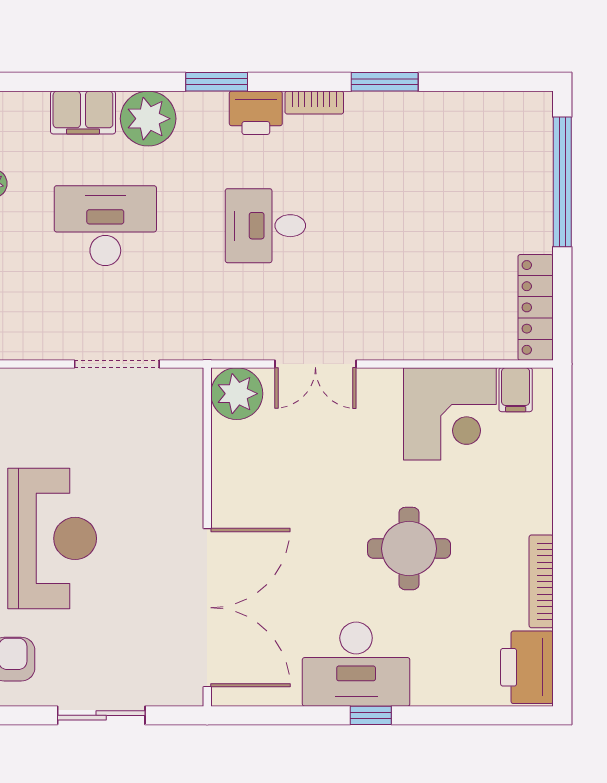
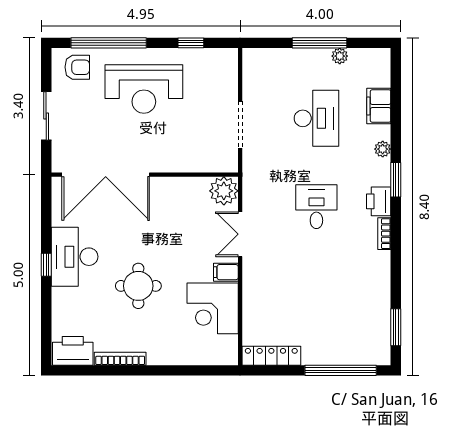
window: (385, 82) -> (396, 327), moved
plant: (148, 119) -> (383, 149), width x0.53, depth x0.53
filing cabinet: (516, 390) -> (226, 272), moved

